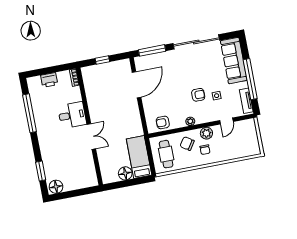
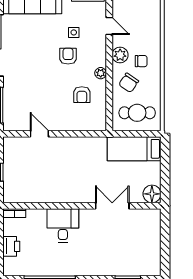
door: (137, 85) -> (39, 134), width x0.53
armchair: (163, 122) -> (82, 95), moved
double door: (91, 137) -> (112, 206), moved
floor lamp: (125, 173) -> (152, 194), moved
floor lamp: (56, 187) -> (152, 264), removed

